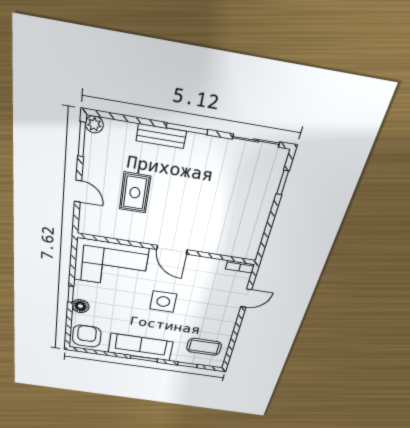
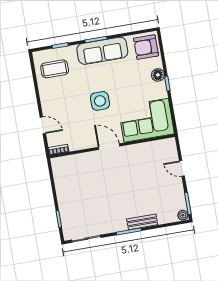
rug: (135, 193) -> (146, 180), removed
door: (246, 298) -> (43, 125), swing flipped
armchair: (87, 336) -> (146, 47), turned 90

